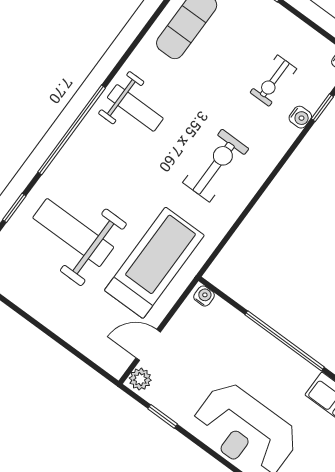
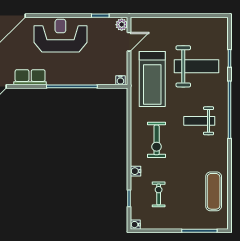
weight bench: (135, 108) -> (199, 121), moved
water cooler: (300, 117) -> (136, 171), moved

